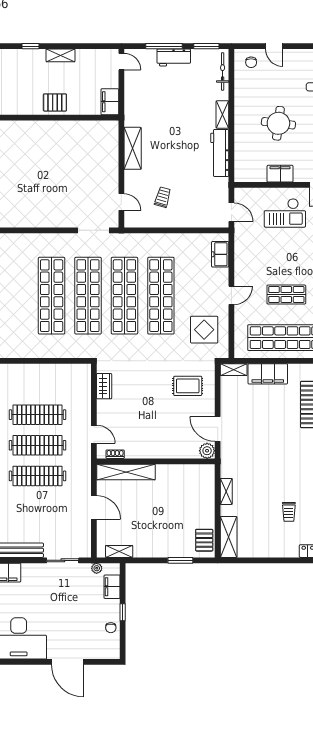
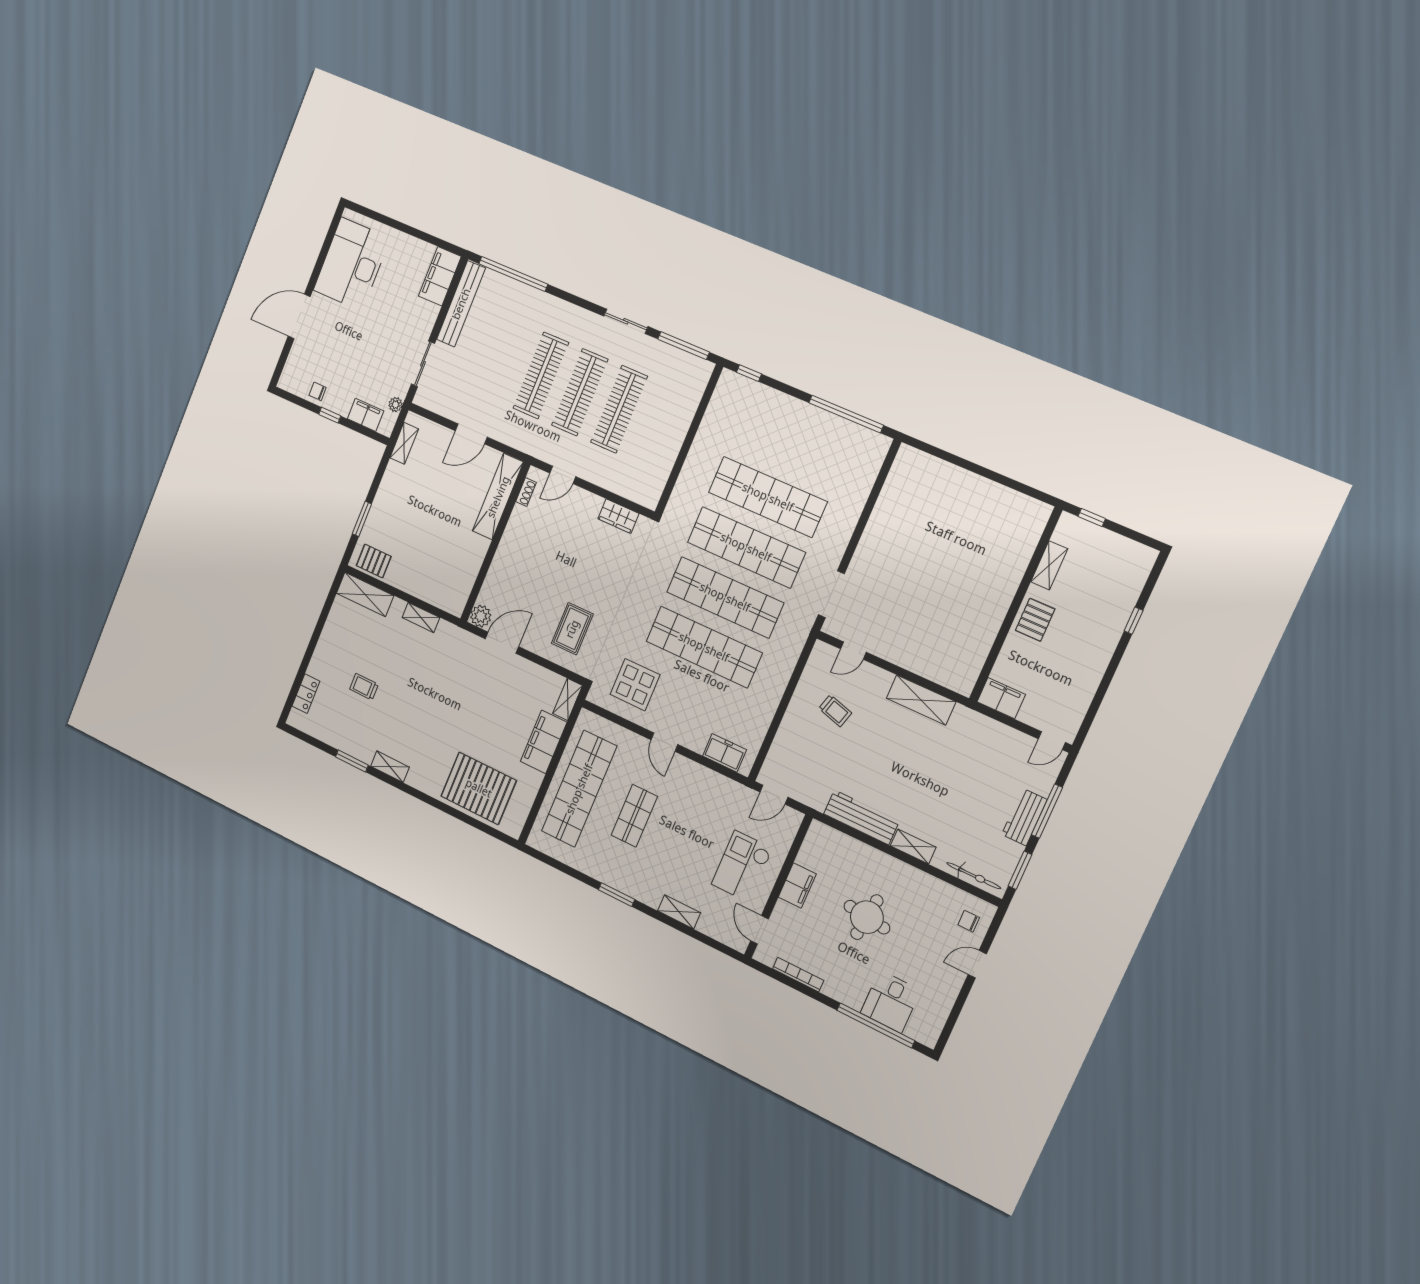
shelving: (61, 55) -> (1049, 565), moved

